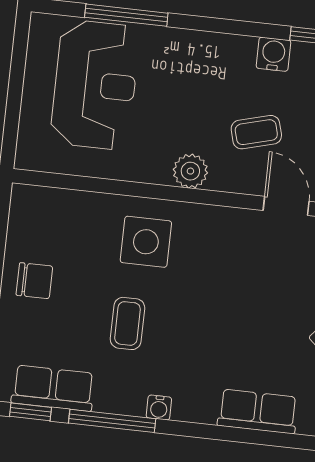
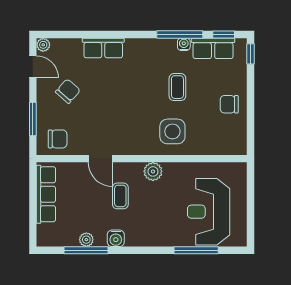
coffee table: (256, 132) -> (120, 196), turned -75
water cooler: (159, 408) -> (184, 44), moved

